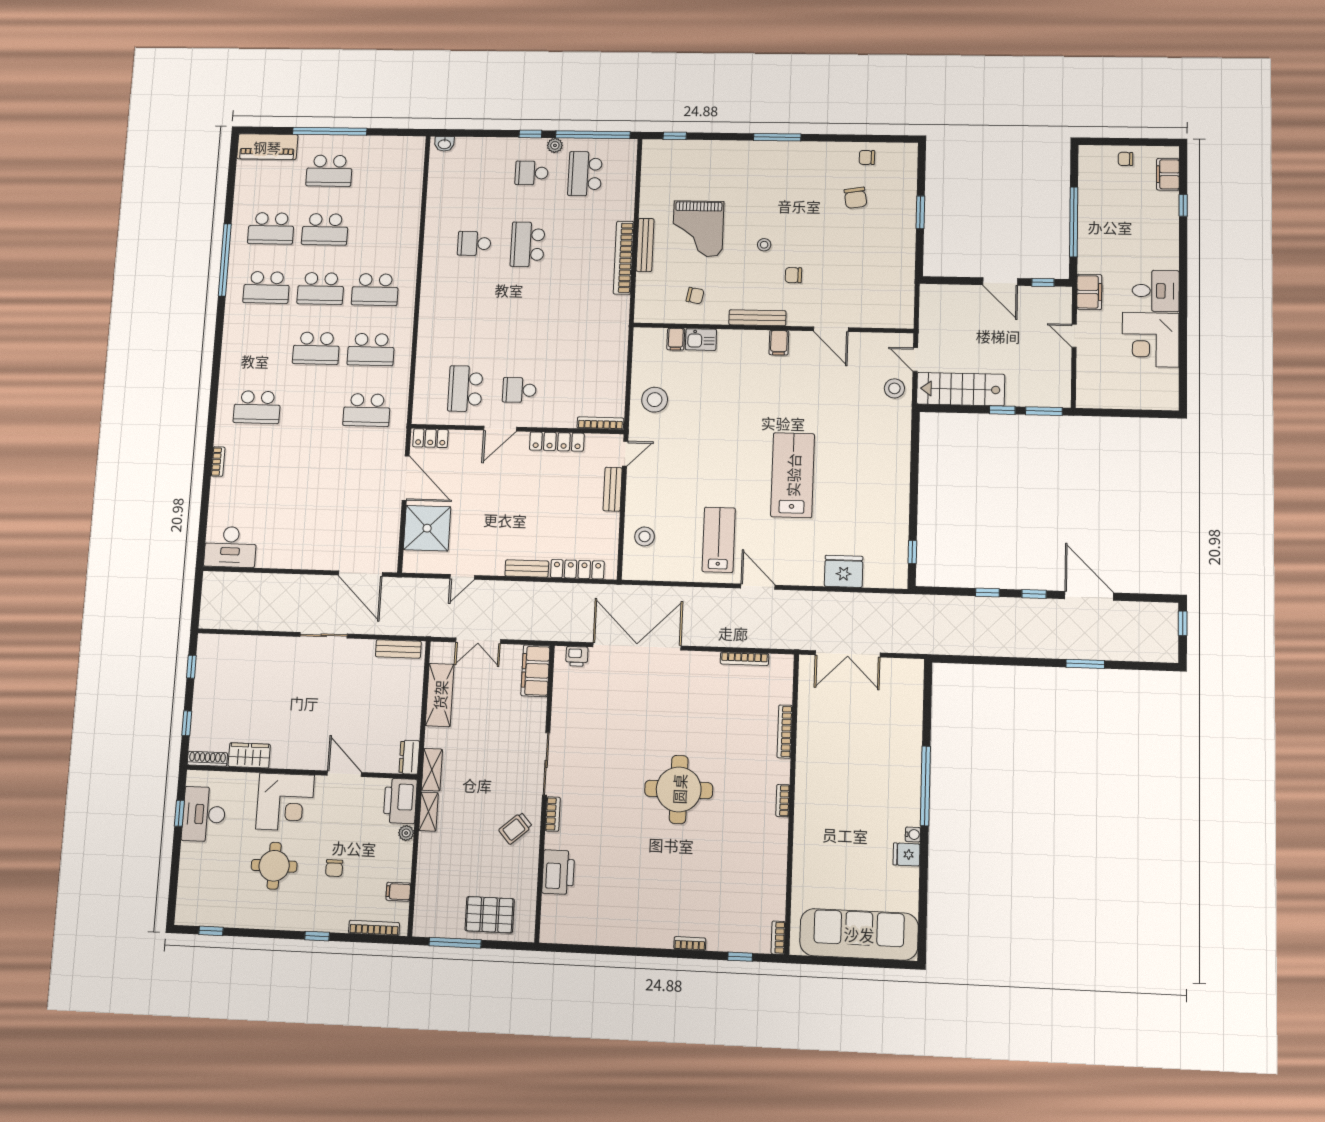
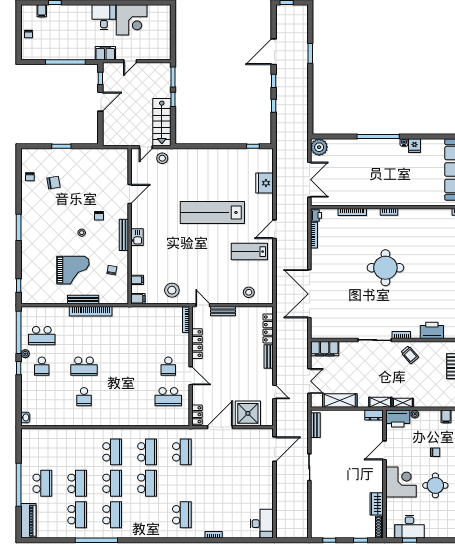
filing cabinet: (1168, 174) -> (42, 11), width x0.50
kitchen sink: (701, 340) -> (137, 237), moved
filing cabinet: (779, 343) -> (138, 299), moved
lab bench: (793, 475) -> (212, 212), width x1.36
printer: (577, 656) -> (316, 215), moved
plant: (908, 674) -> (319, 147), added

